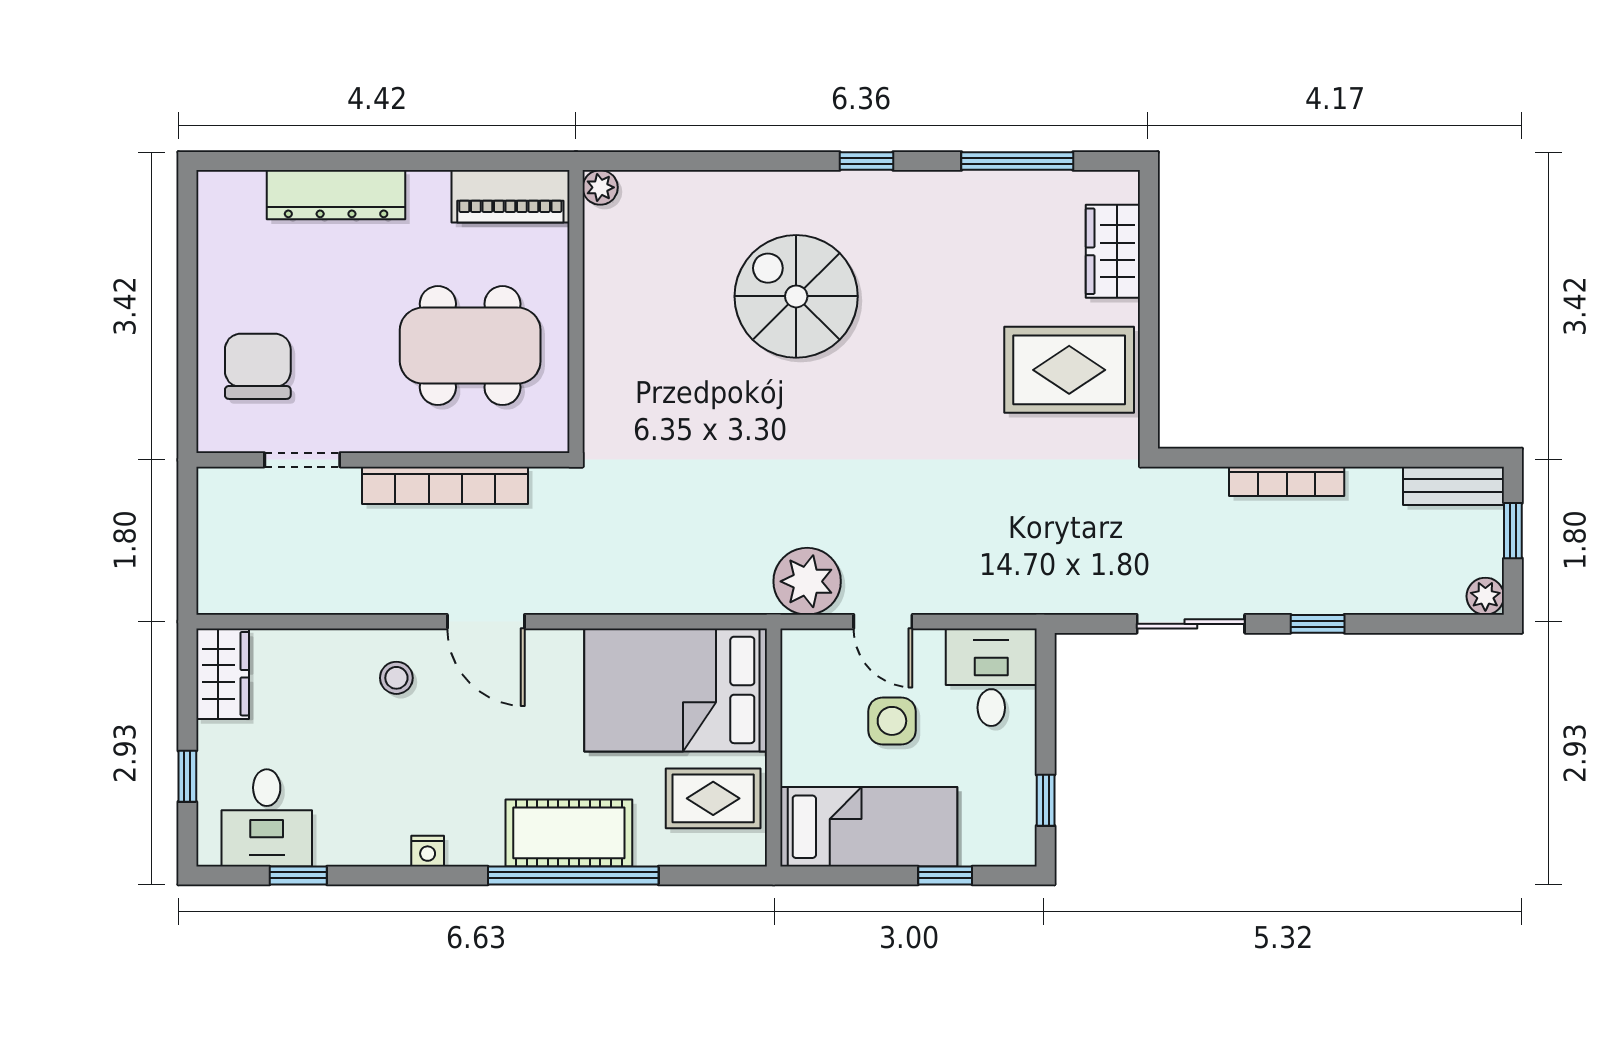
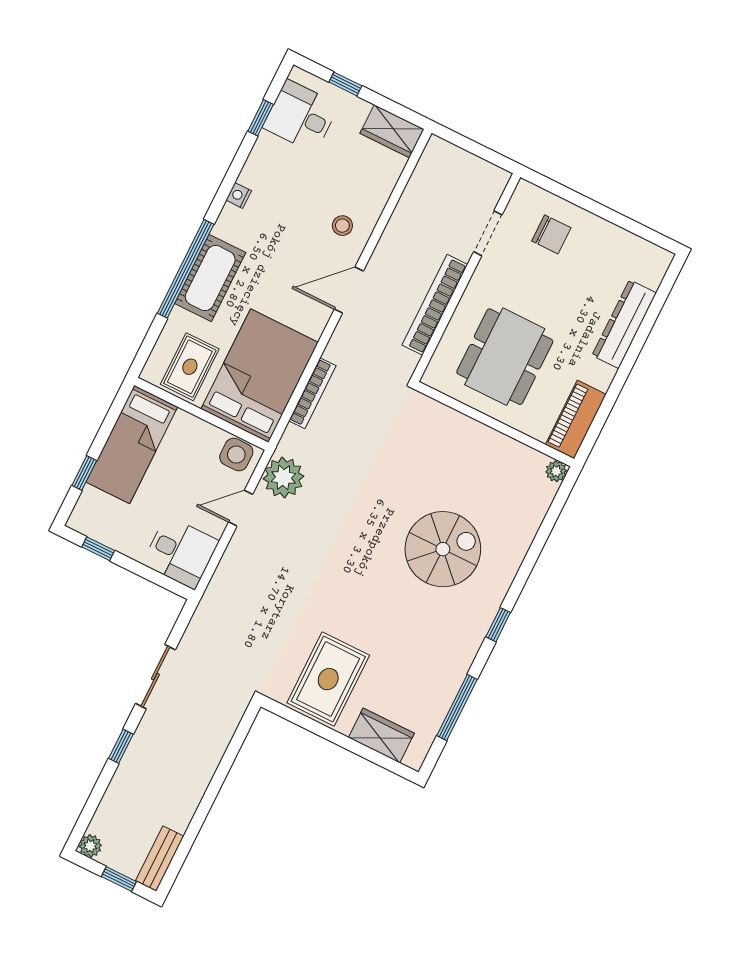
chair: (258, 366) -> (551, 234), width x0.73, depth x0.73
bookcase: (1287, 481) -> (312, 393), moved, turned 180
side table: (892, 721) -> (236, 455), moved

